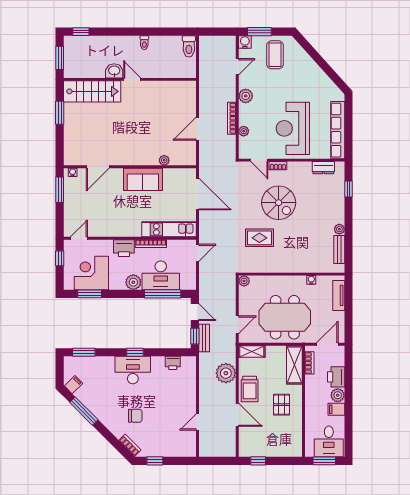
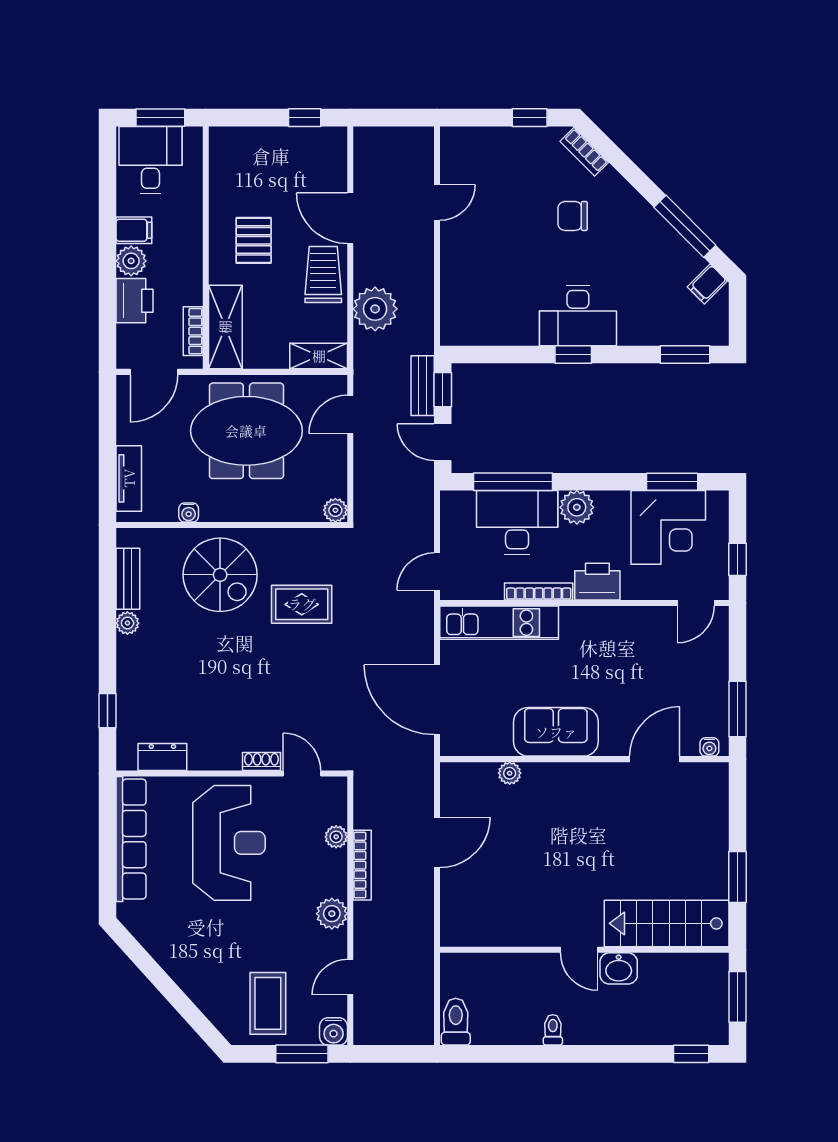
spiral stairs: (279, 203) -> (220, 575), moved, turned 180
printer: (173, 363) -> (491, 331), removed

